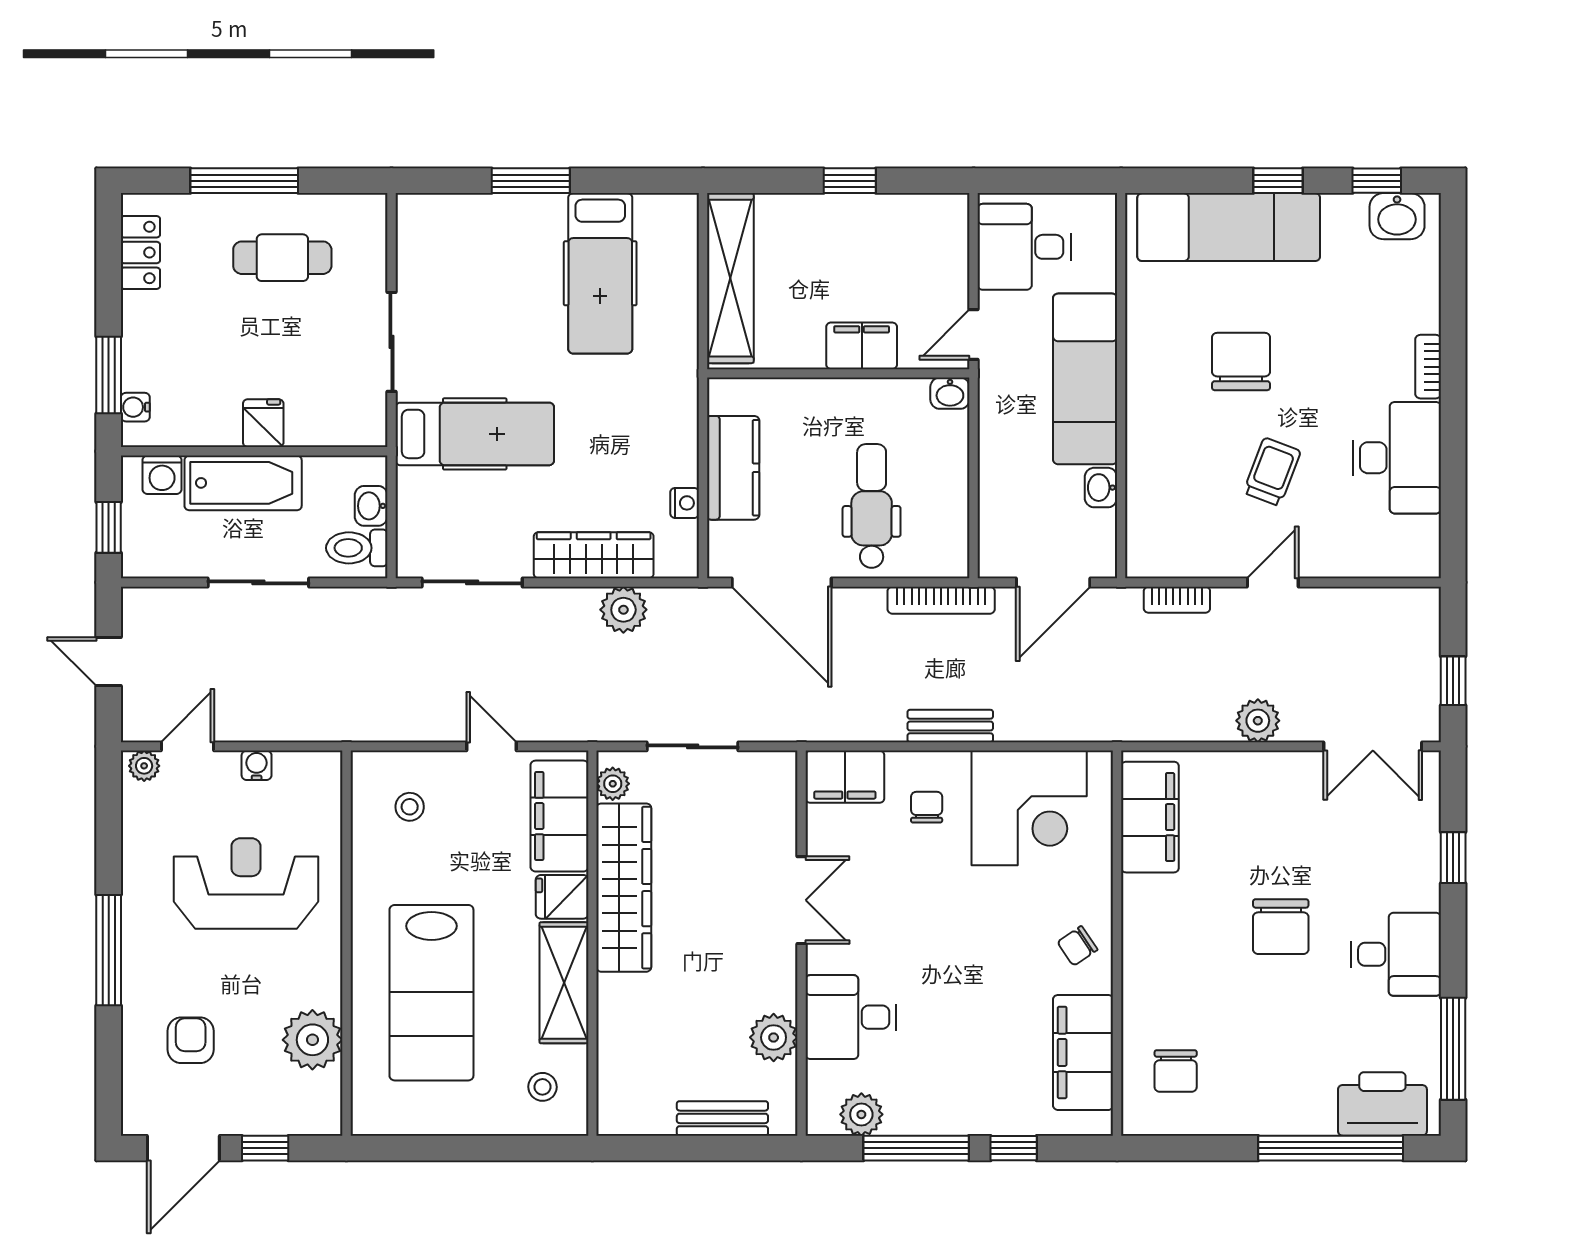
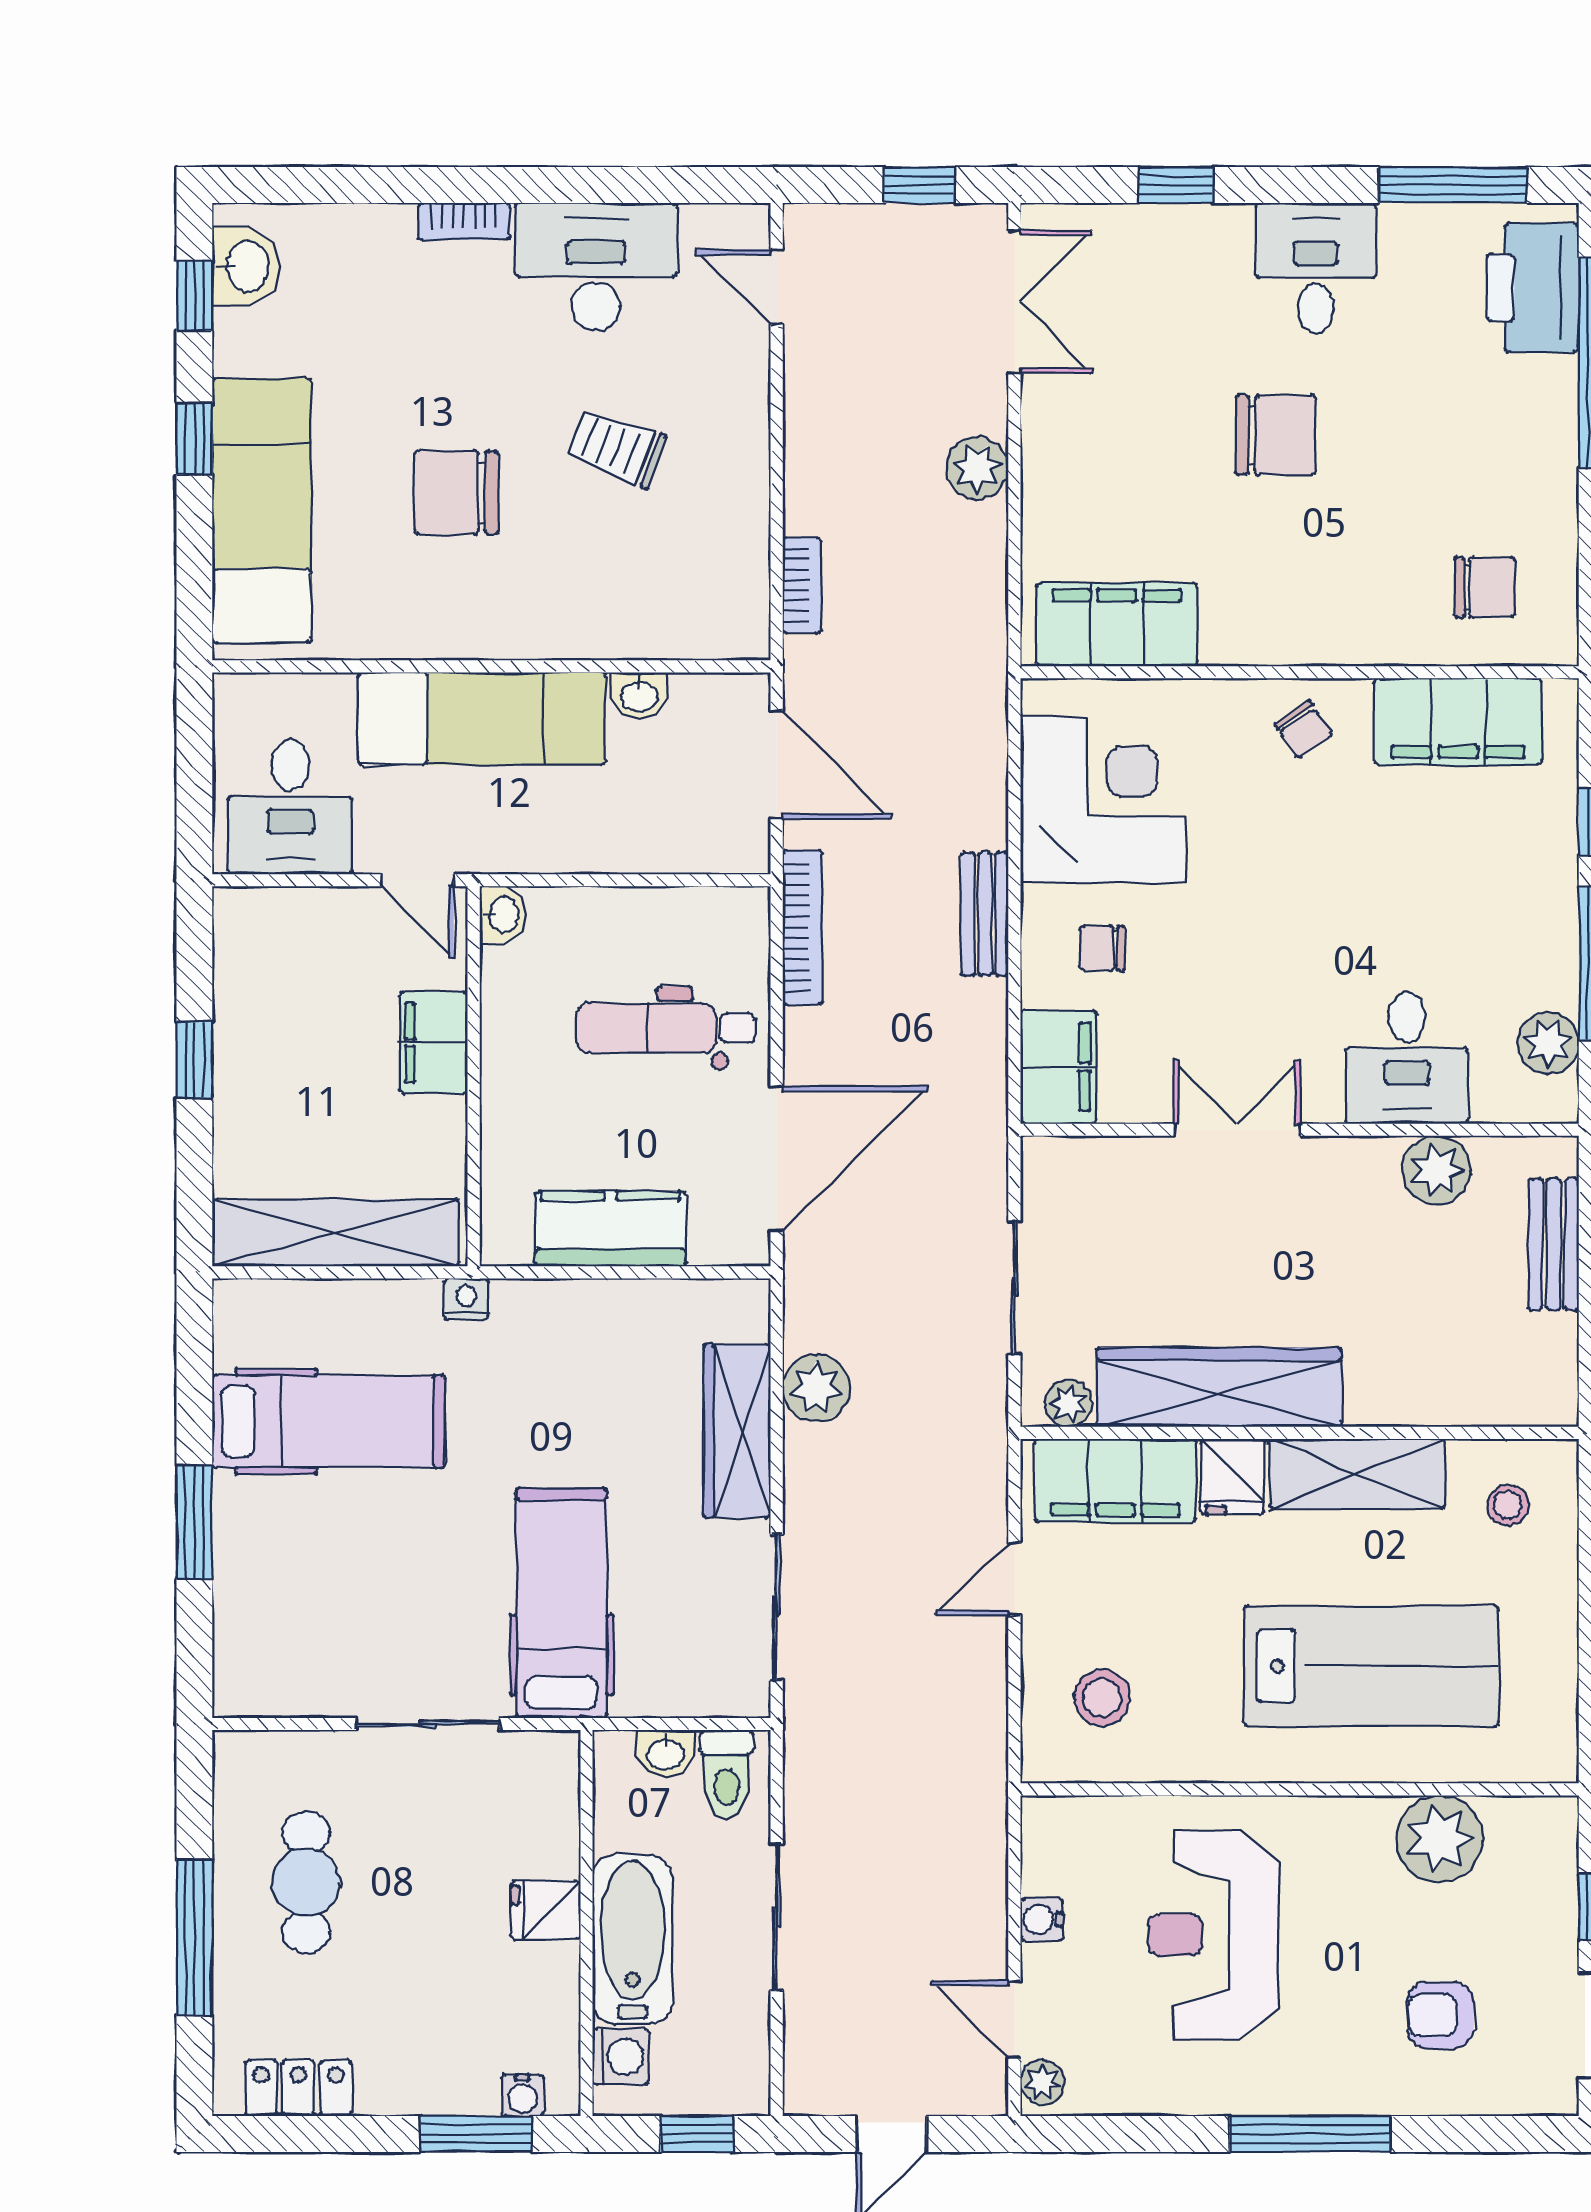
nightstand: (685, 503) -> (466, 1299), moved
door: (1273, 582) -> (777, 287), moved
stool: (410, 807) -> (1102, 1698), width x1.37, depth x1.37

